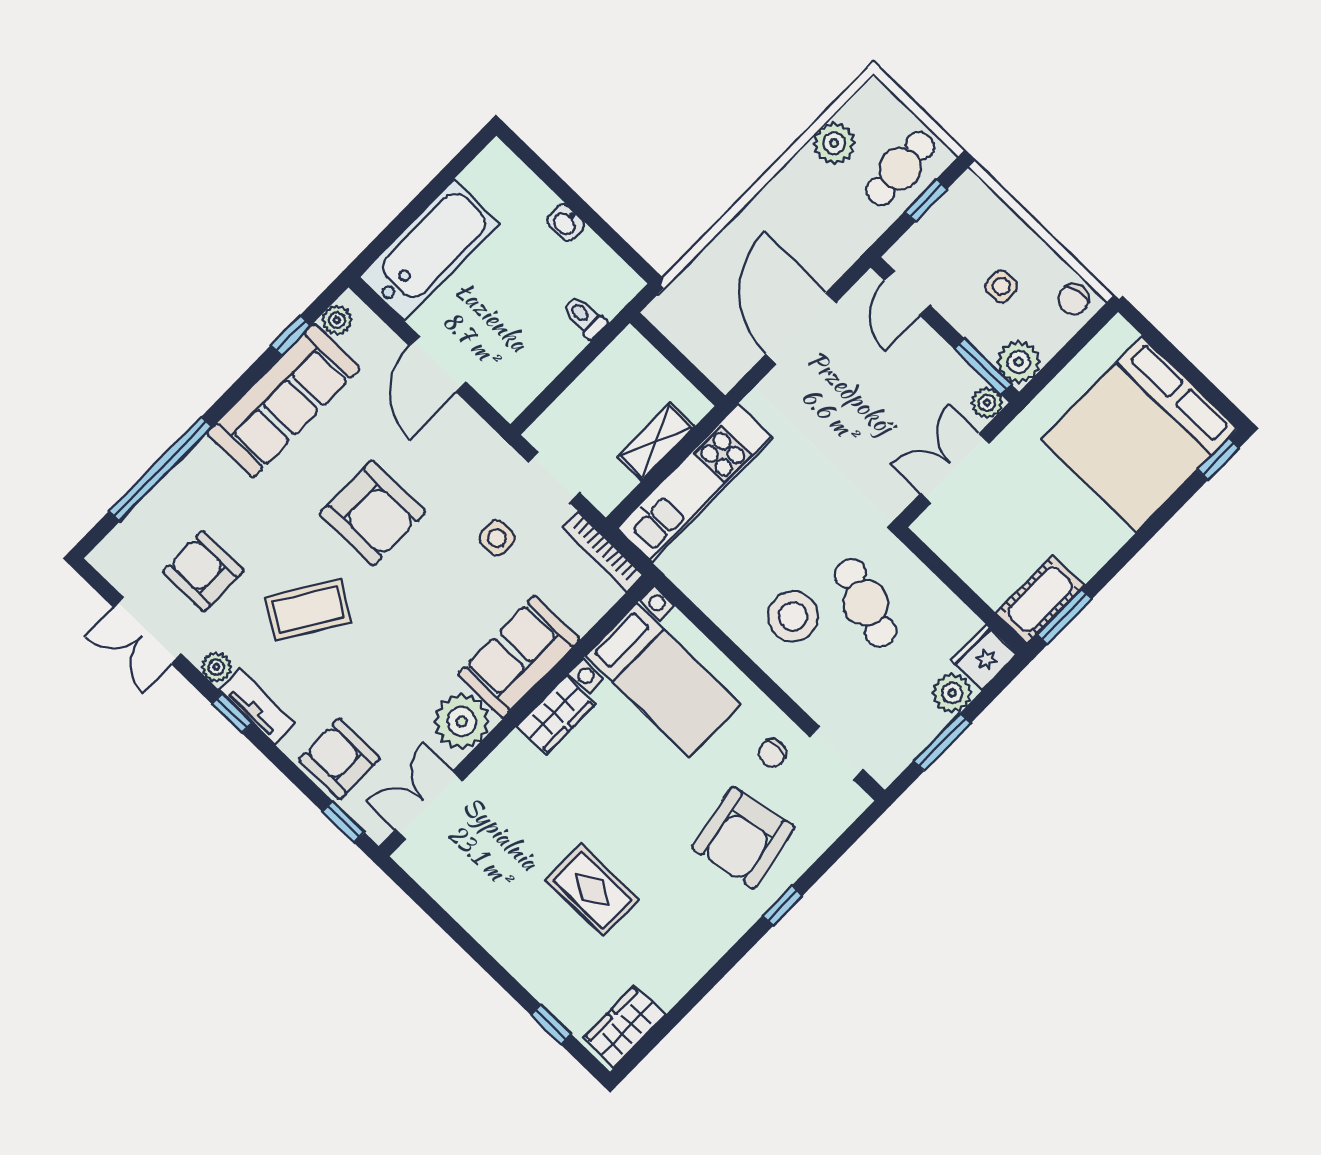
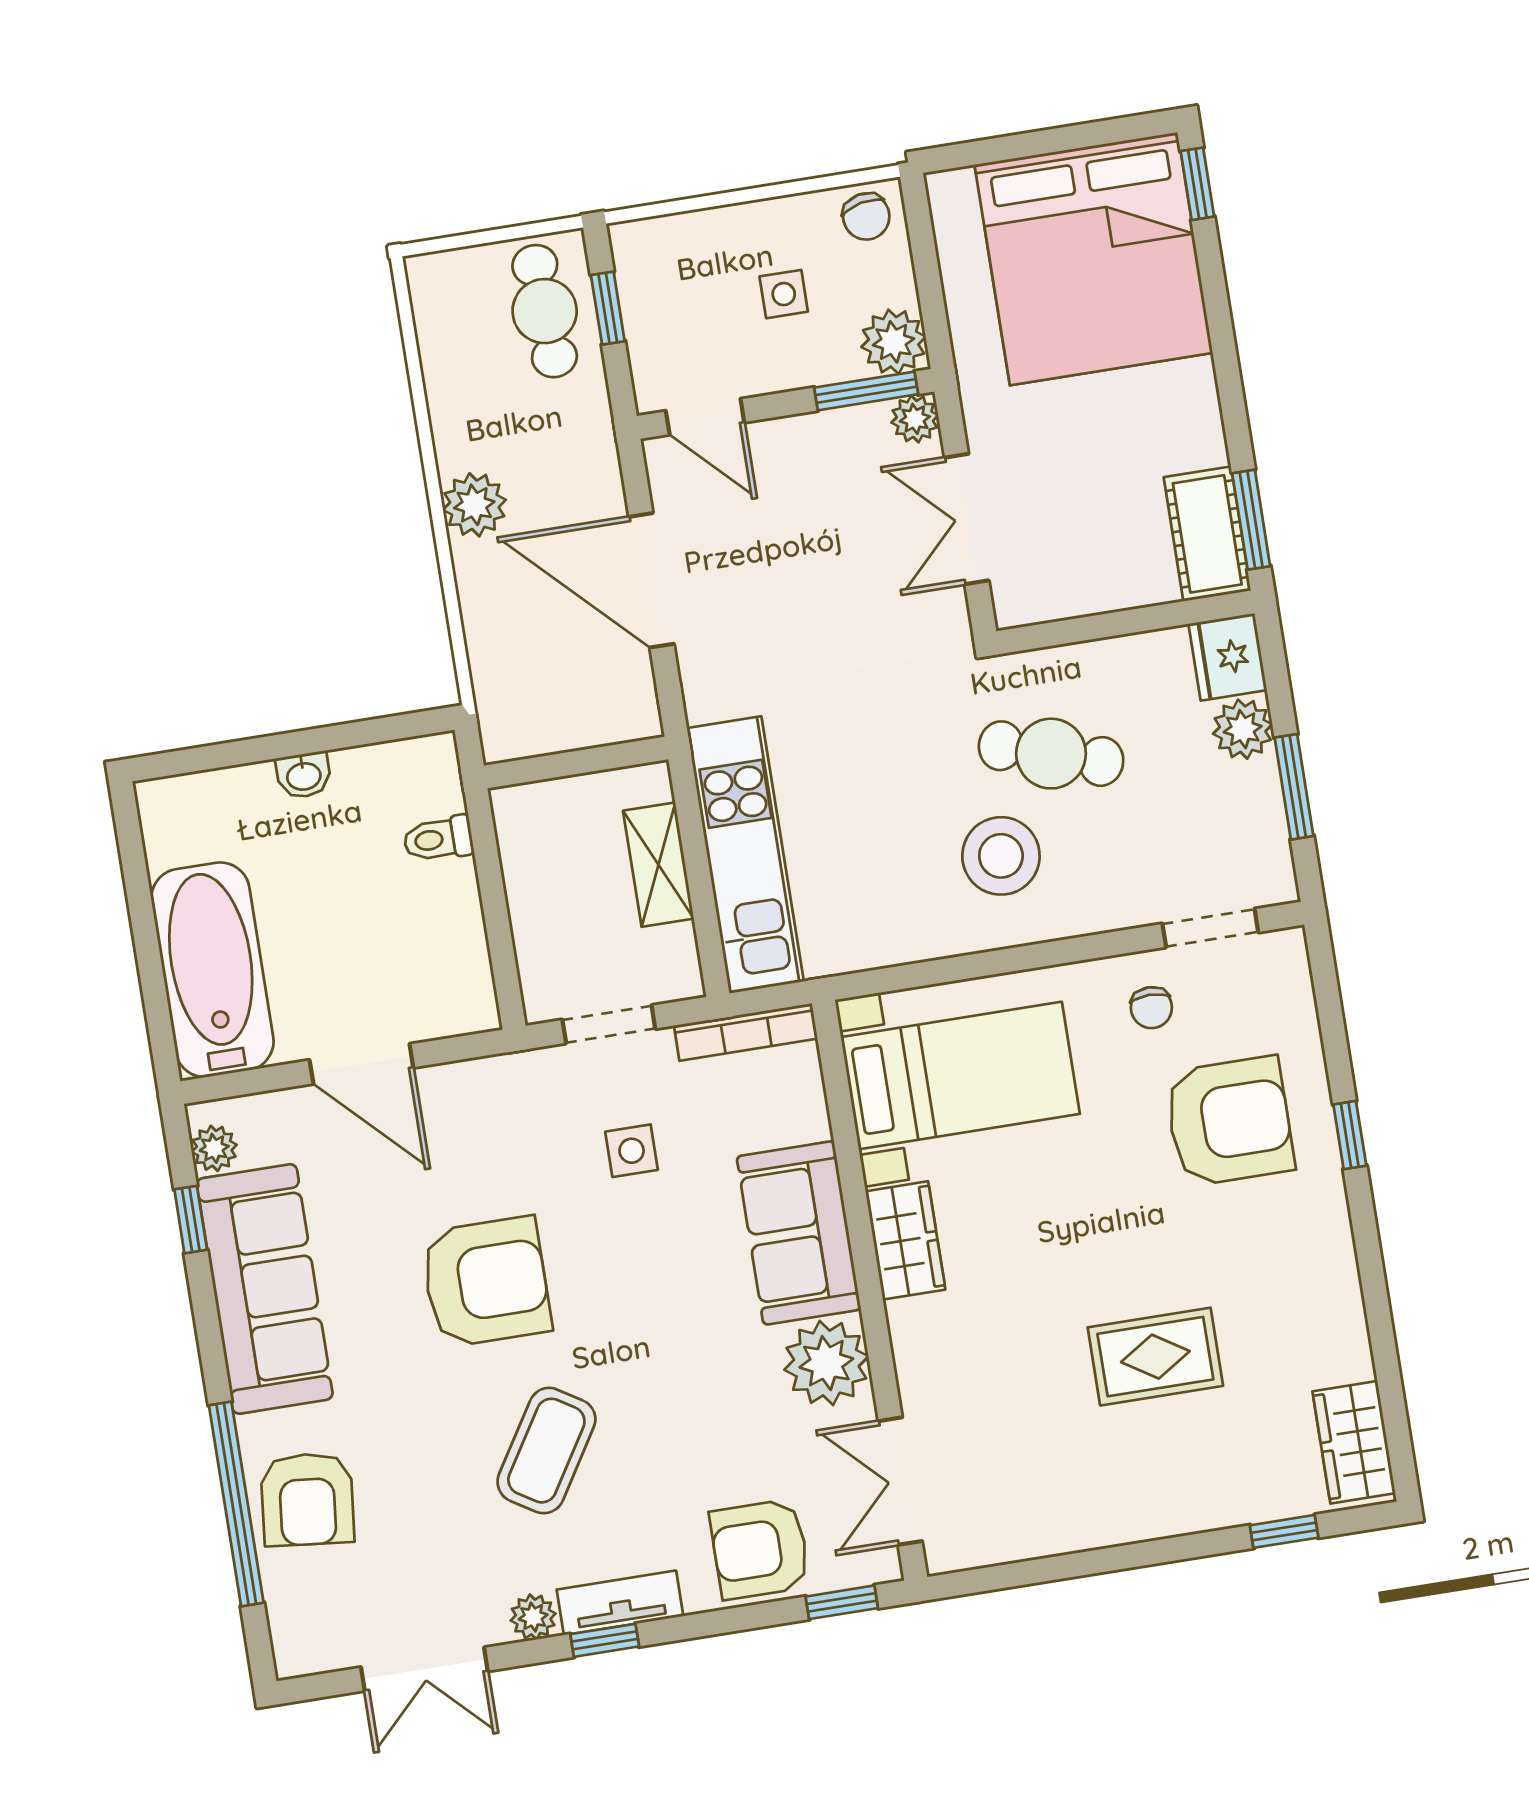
plant: (834, 143) -> (474, 505), moved
armchair: (203, 571) -> (307, 1499), moved, turned -84
armchair: (743, 838) -> (1229, 1121), turned -79

